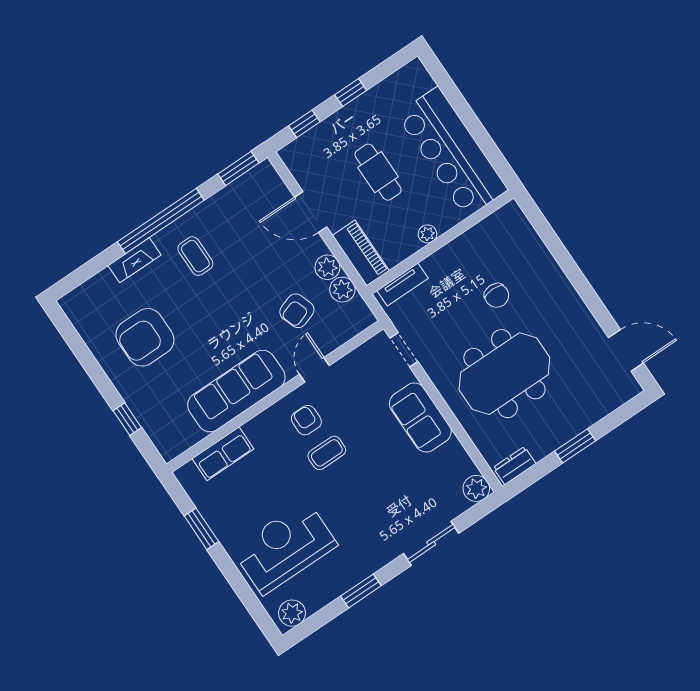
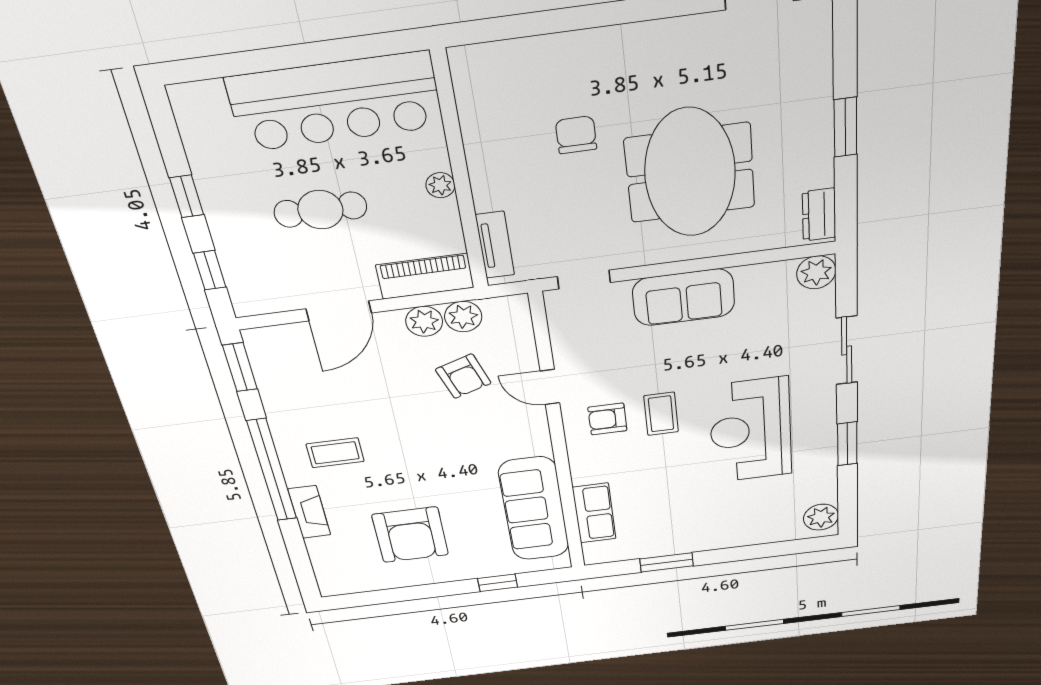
chair: (497, 295) -> (576, 135), turned -90
sofa: (236, 391) -> (534, 509), moved
reception desk: (285, 547) -> (751, 430), moved

